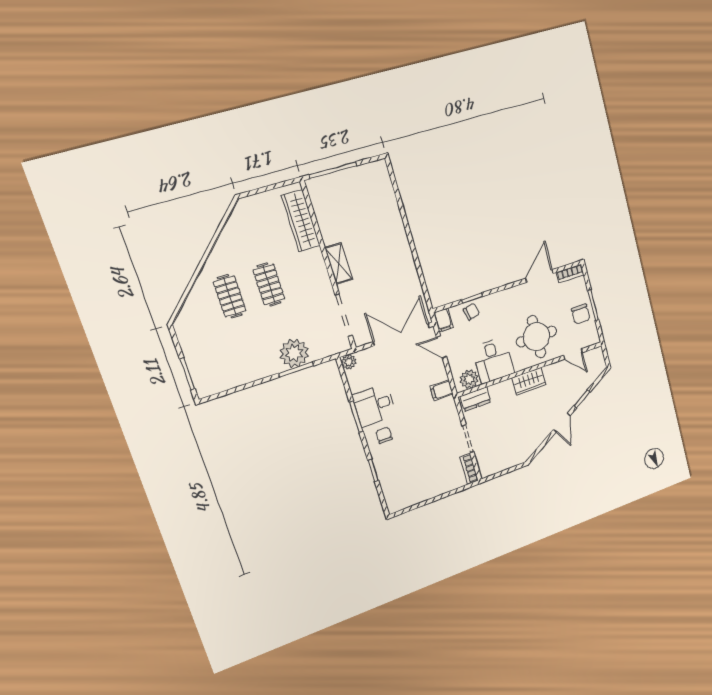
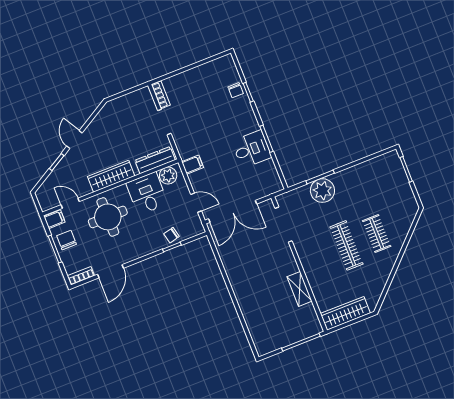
wardrobe: (301, 221) -> (345, 313), moved, turned -90
shelving: (339, 264) -> (299, 289), moved
clothes rail: (269, 284) -> (346, 245), width x1.36
filing cabinet: (443, 320) -> (54, 219), moved, turned 90
plant: (349, 362) -> (276, 186), removed
wardrobe: (529, 381) -> (111, 176), width x1.50
dresser: (476, 399) -> (155, 160), width x1.44
chair: (384, 435) -> (236, 90), moved

